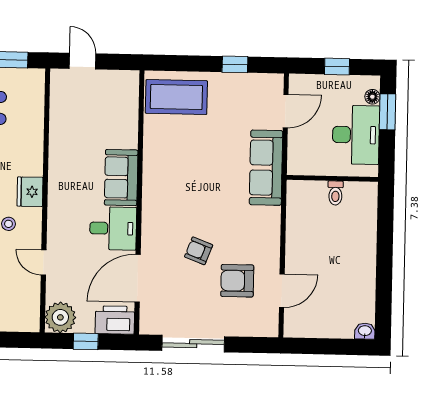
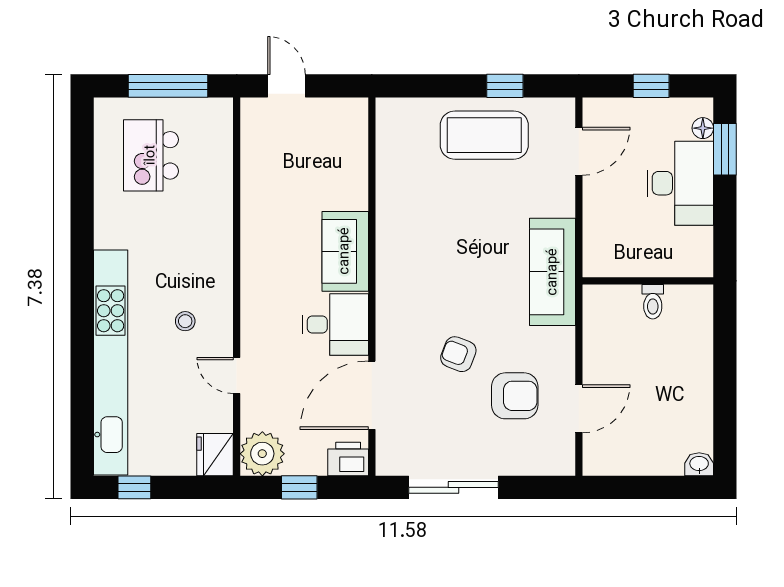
coffee table: (176, 97) -> (484, 135), moved
sofa: (266, 168) -> (553, 272), moved
wall: (332, 178) -> (648, 281), moved
fridge: (30, 192) -> (215, 455), moved
toilet: (335, 193) -> (653, 302), moved
armchair: (237, 281) -> (515, 396), turned 180
printer: (115, 320) -> (348, 459), width x0.73, depth x0.84

